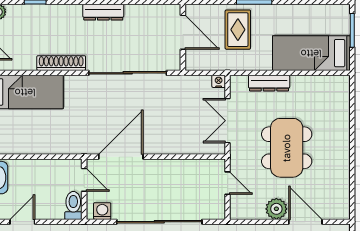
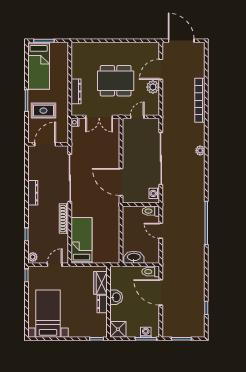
bed: (311, 53) -> (39, 66), moved
door: (84, 180) -> (135, 204), removed
door: (22, 222) -> (161, 231), moved

